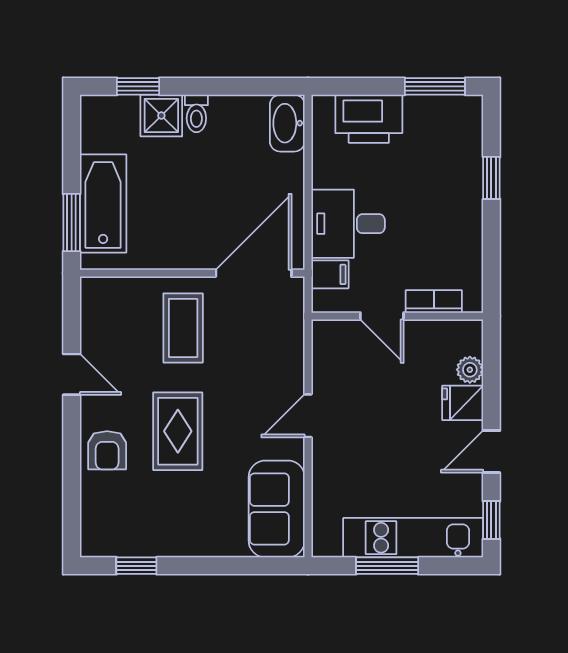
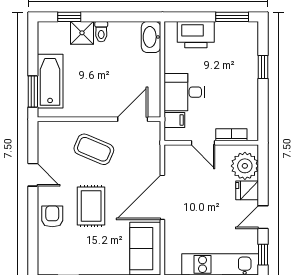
door: (254, 273) -> (133, 119), width x0.73
coffee table: (183, 328) -> (94, 149), turned -67
plant: (470, 370) -> (245, 166), width x1.88, depth x1.88
door: (308, 416) -> (162, 197), width x1.87
armchair: (107, 450) -> (52, 216), turned 180

